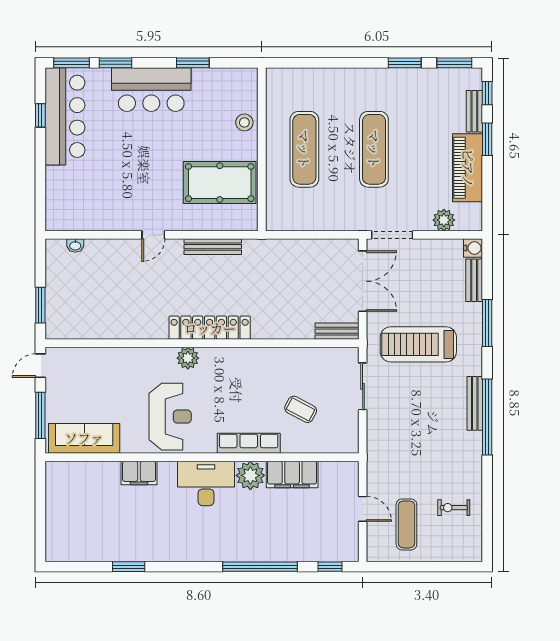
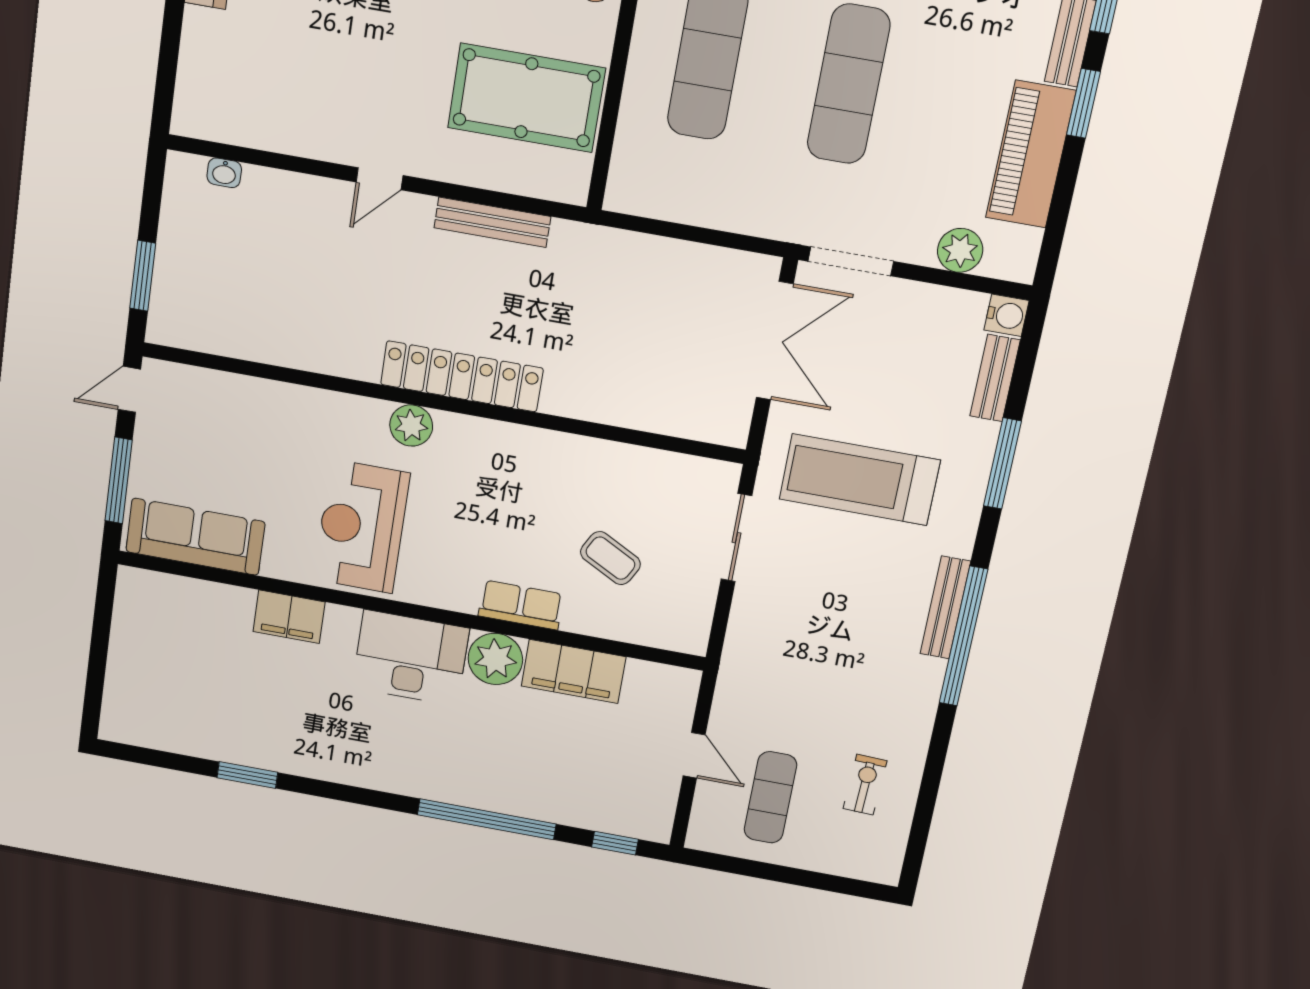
bench: (337, 331) -> (706, 427), removed
reception desk: (170, 417) -> (362, 527), turned 180
row of seats: (249, 443) -> (521, 605), width x0.68
exercise bike: (454, 508) -> (865, 785), turned 92

